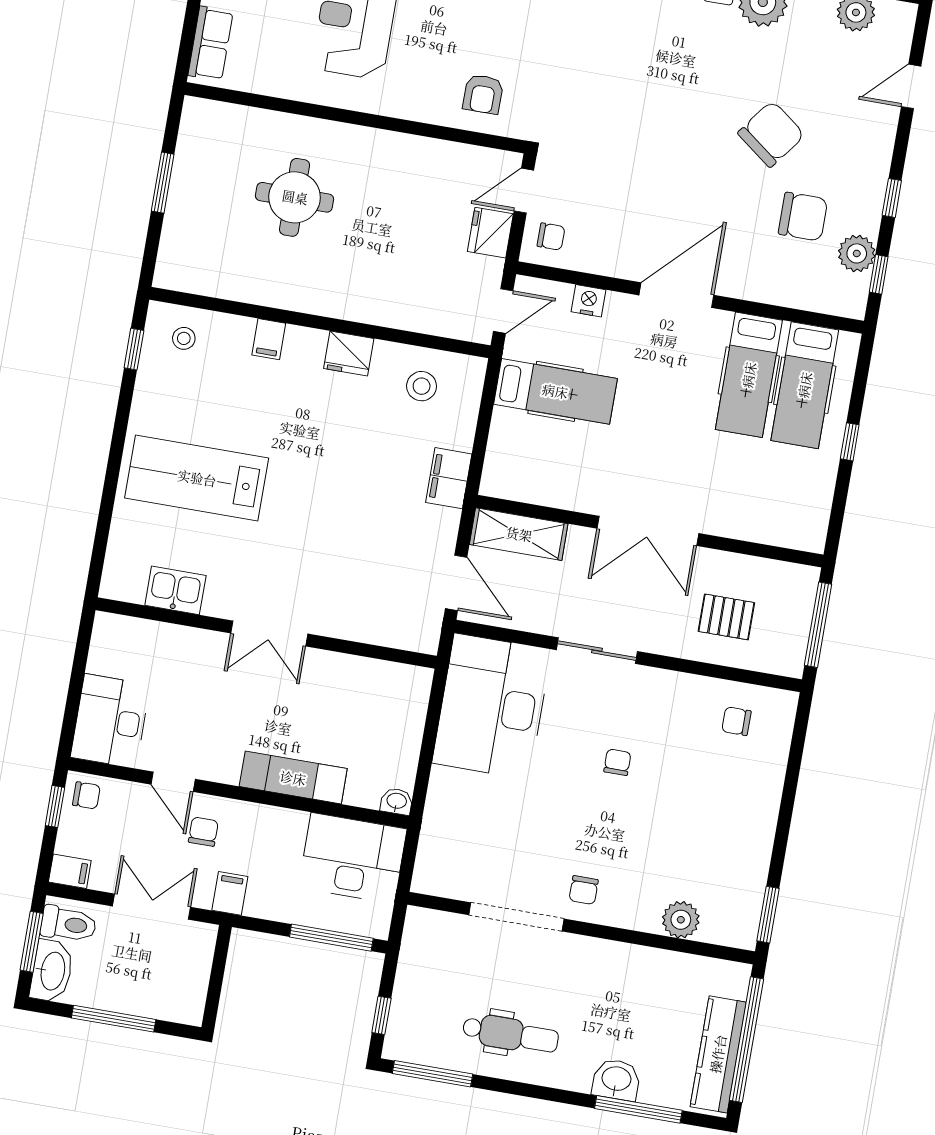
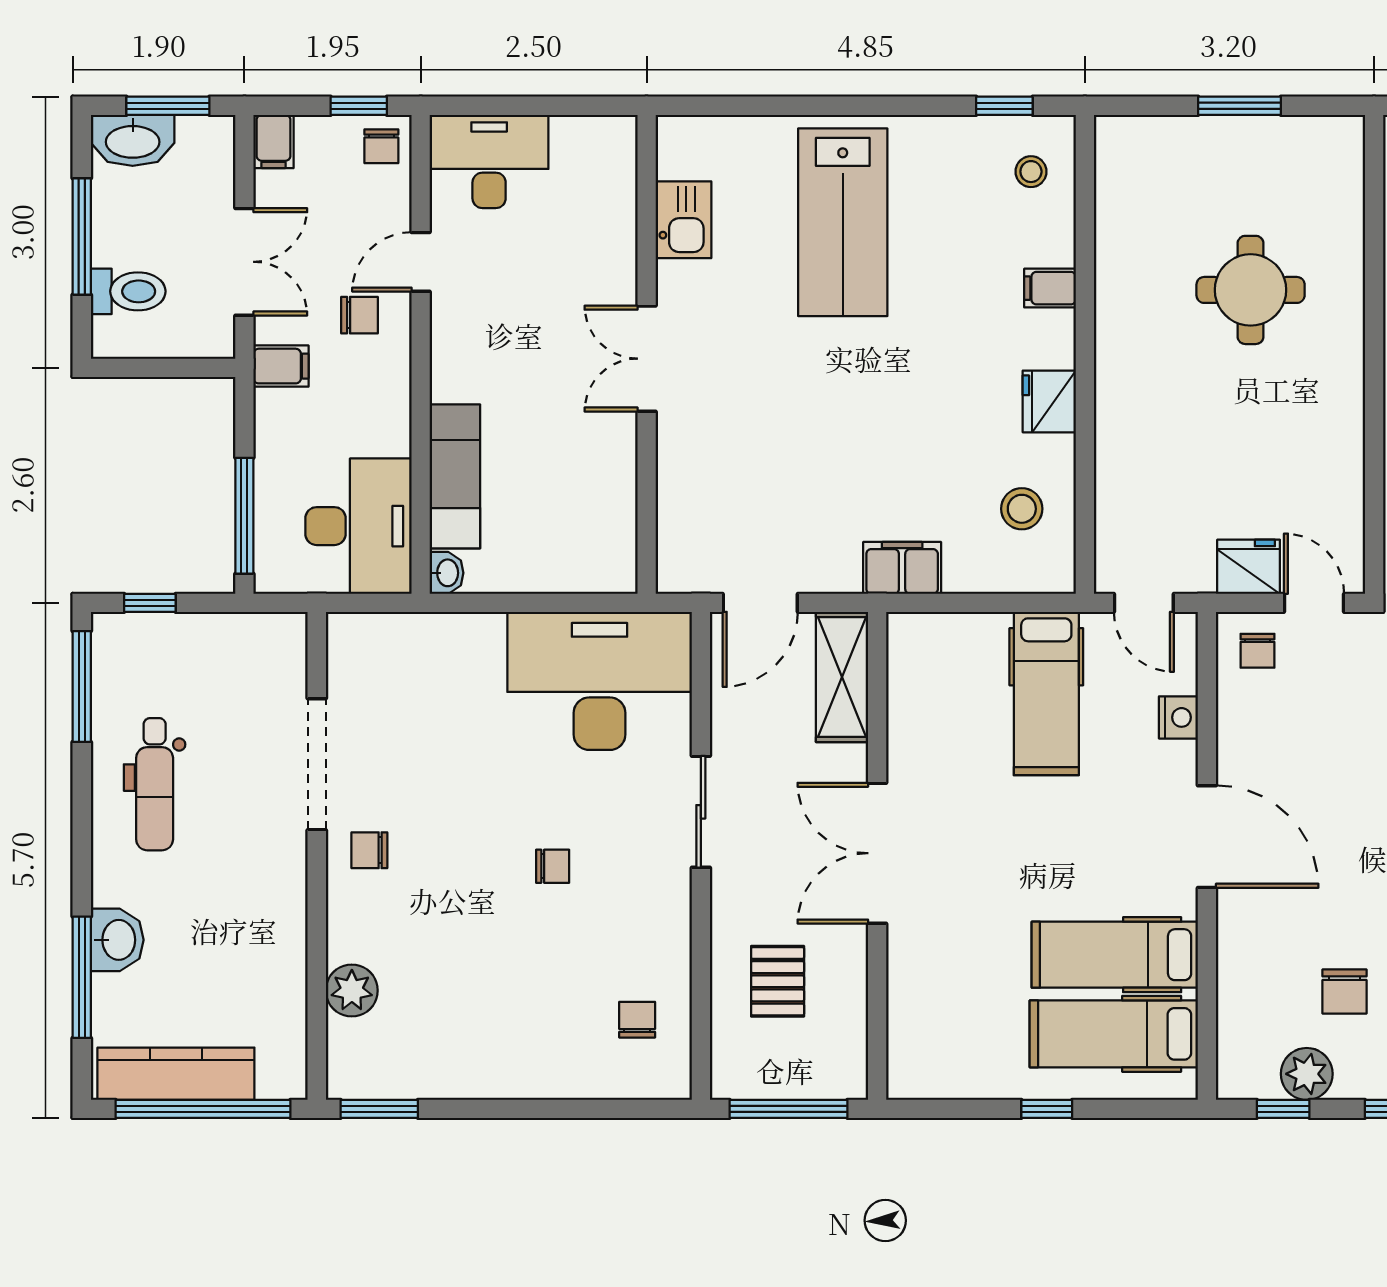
chair: (803, 217) -> (1344, 991), width x0.73, depth x0.73
lab bench: (197, 478) -> (843, 222), turned 180
exam couch: (293, 778) -> (455, 476), moved
toilet: (68, 924) -> (128, 291), moved, turned -90

